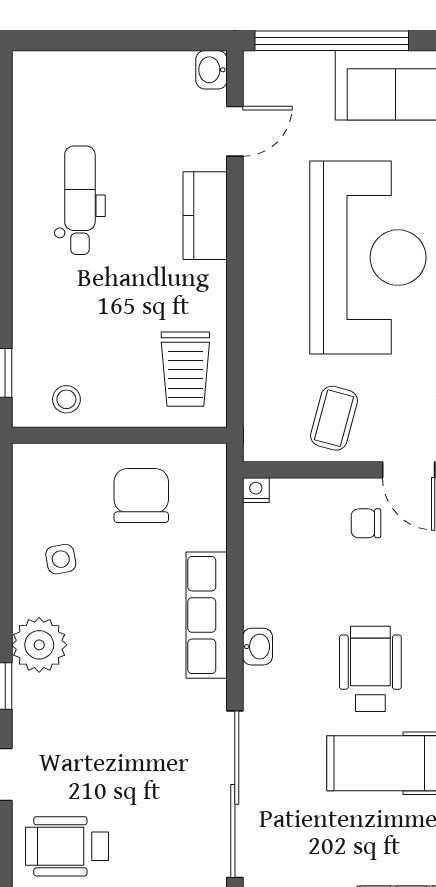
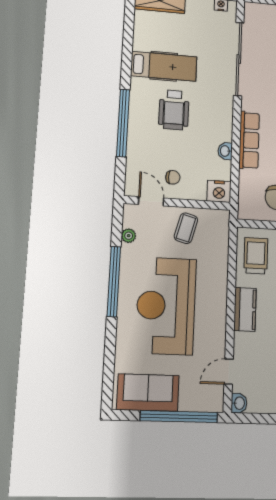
kitchen counter: (205, 216) -> (245, 309), moved
nightstand: (256, 490) -> (219, 191), width x1.89, depth x1.79
washbasin: (257, 647) -> (225, 151), moved

